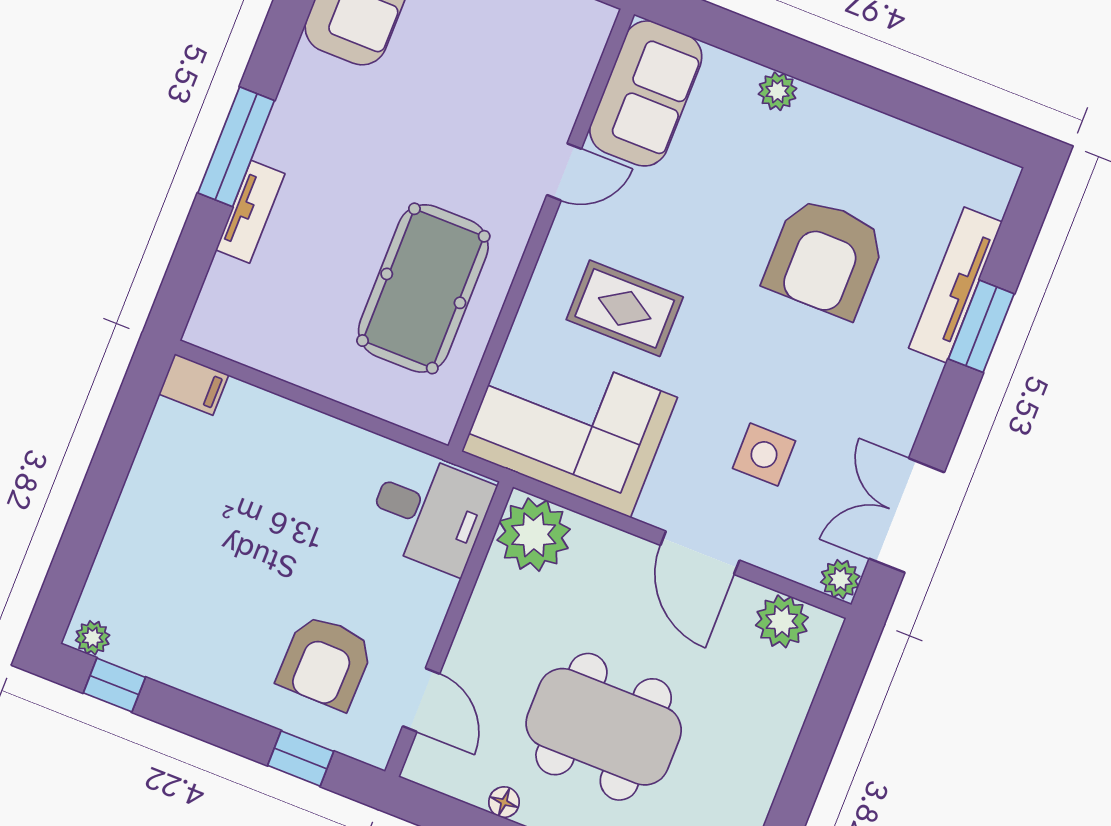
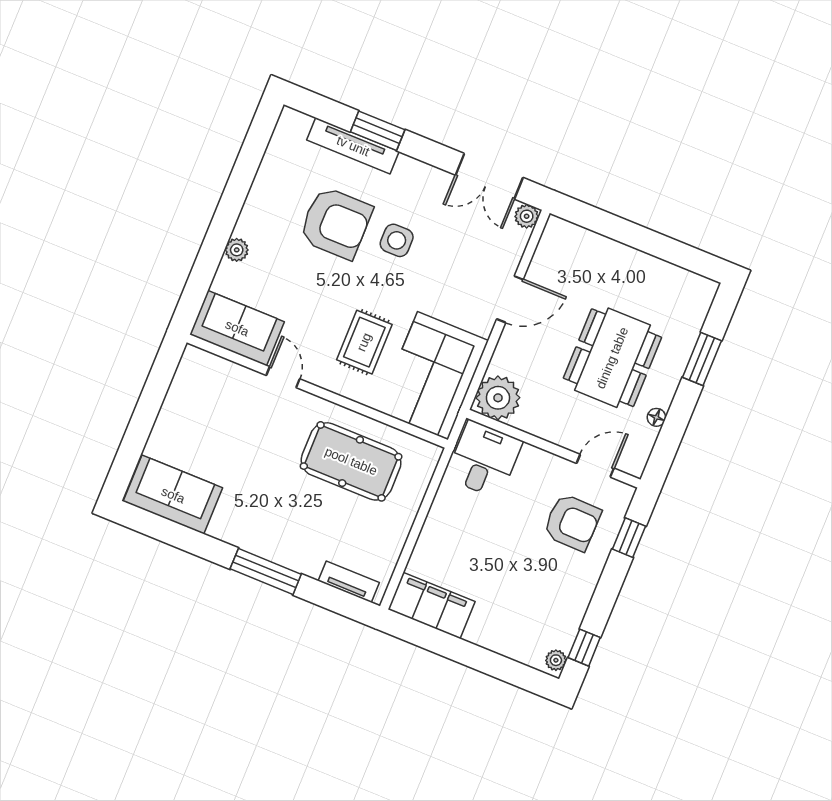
tv unit: (250, 212) -> (349, 582), moved
filing cabinet: (194, 384) -> (431, 605), width x3.00, depth x1.17
side table: (764, 455) -> (397, 240), moved
plant: (782, 621) -> (551, 251), removed

